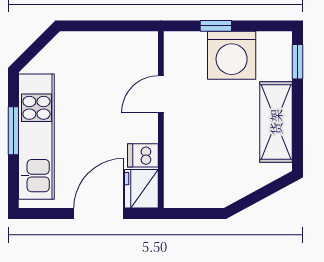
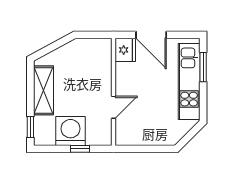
window: (13, 131) -> (203, 67), moved
dishwasher: (143, 155) -> (124, 70), removed
door: (99, 214) -> (151, 35), hinge flipped

